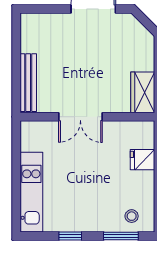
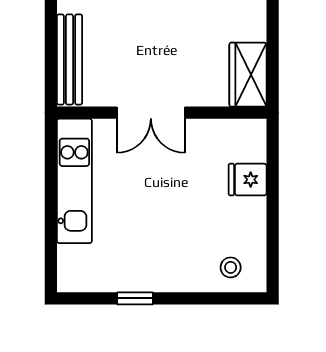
kitchen unit: (31, 192) -> (74, 181), moved
window: (121, 236) -> (214, 298), removed

